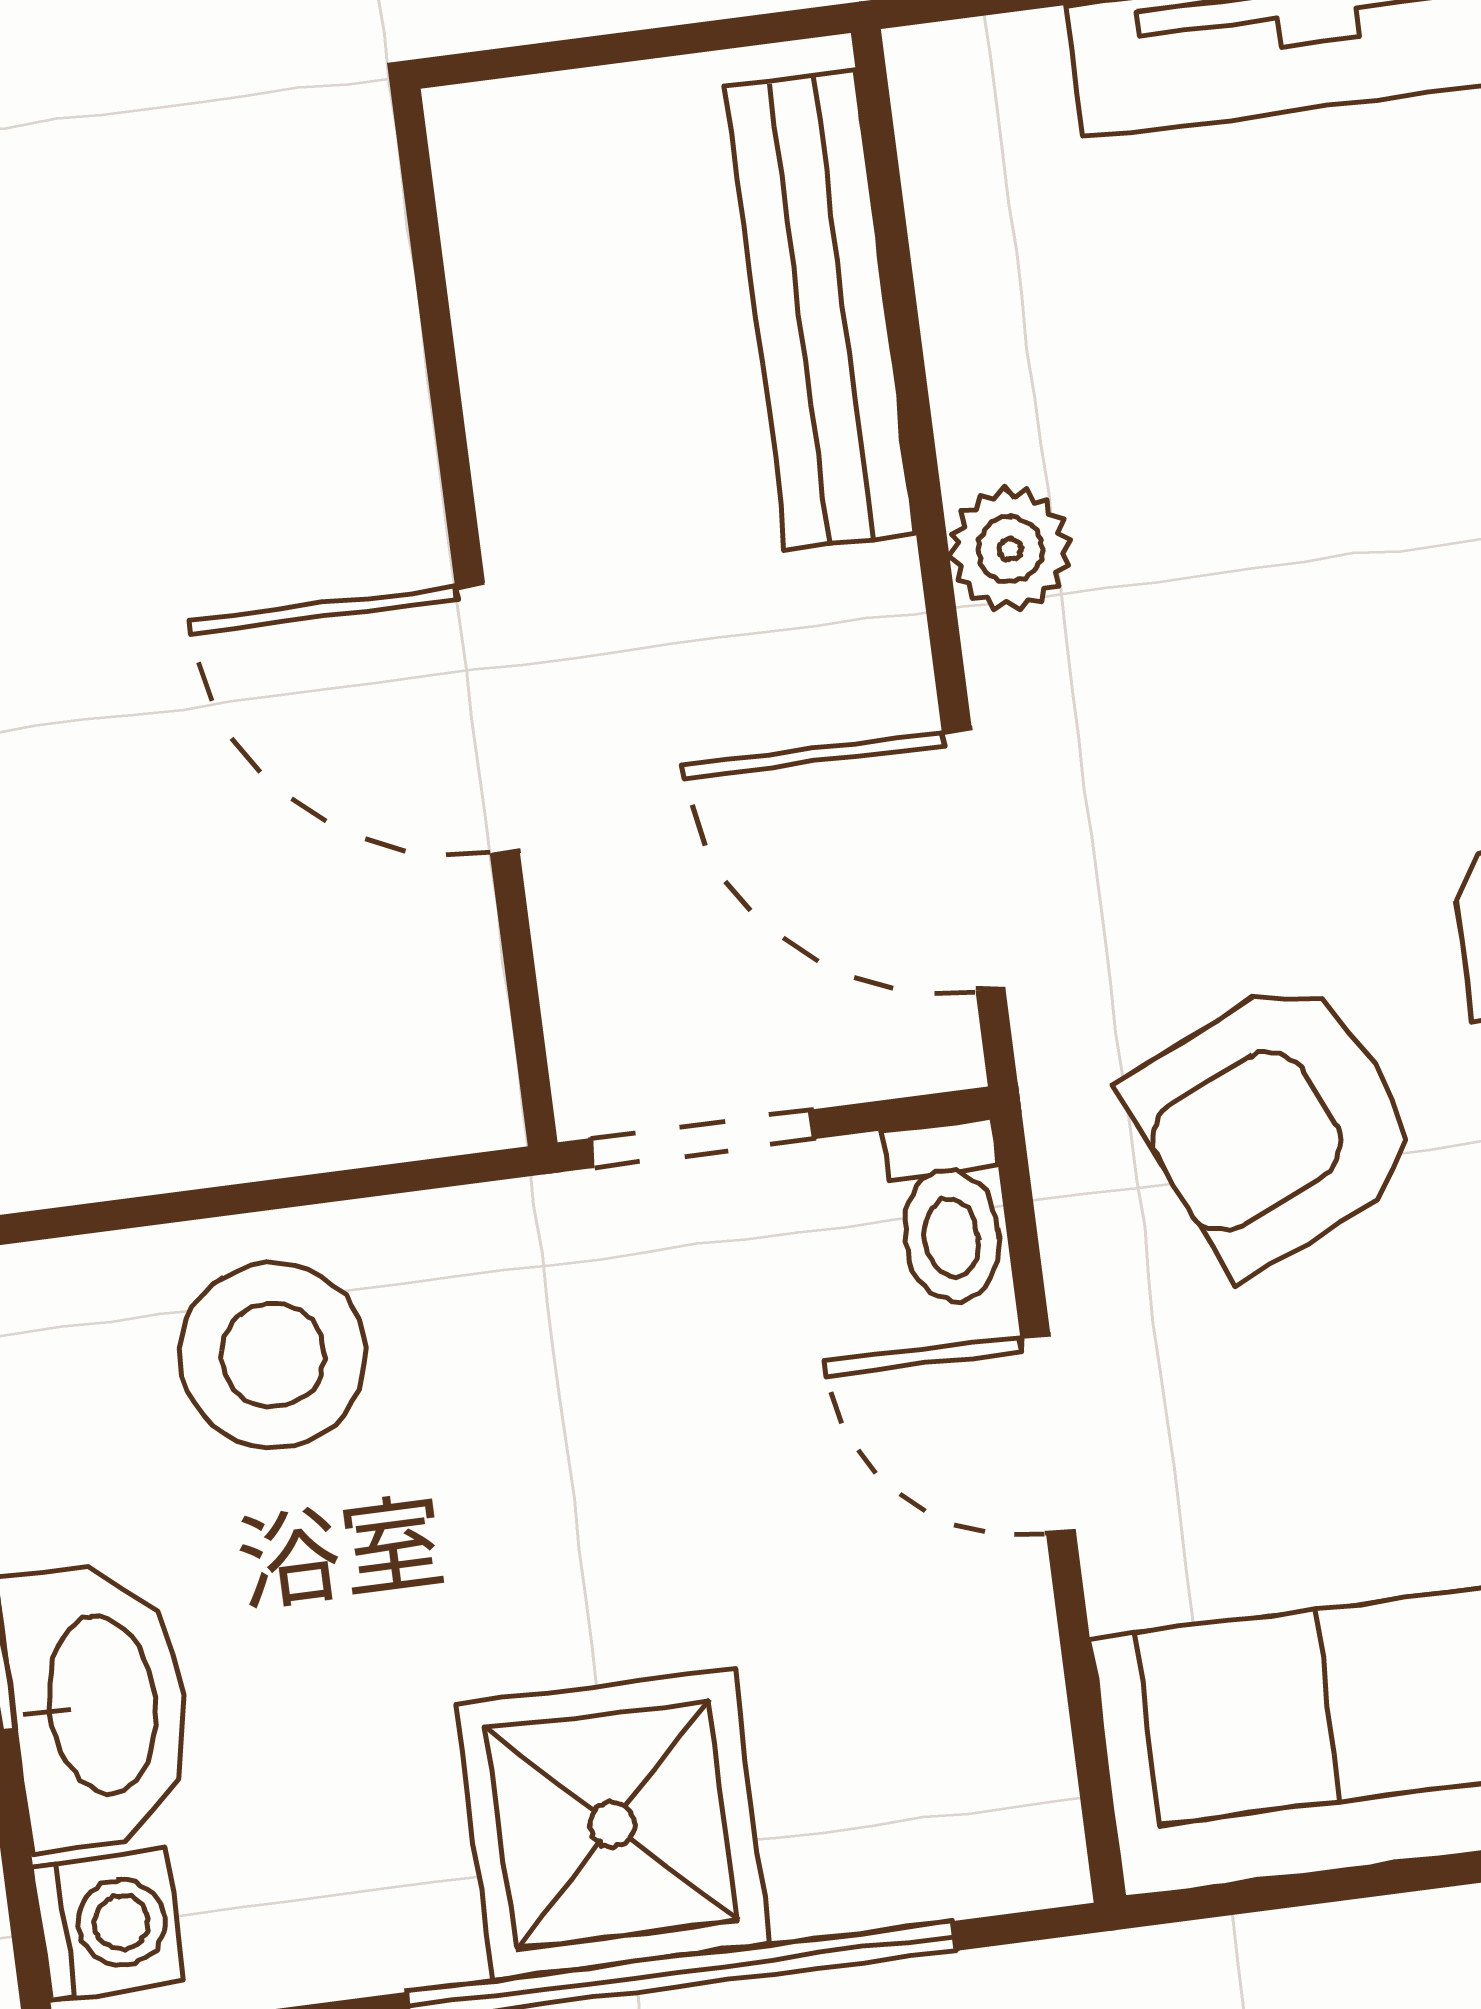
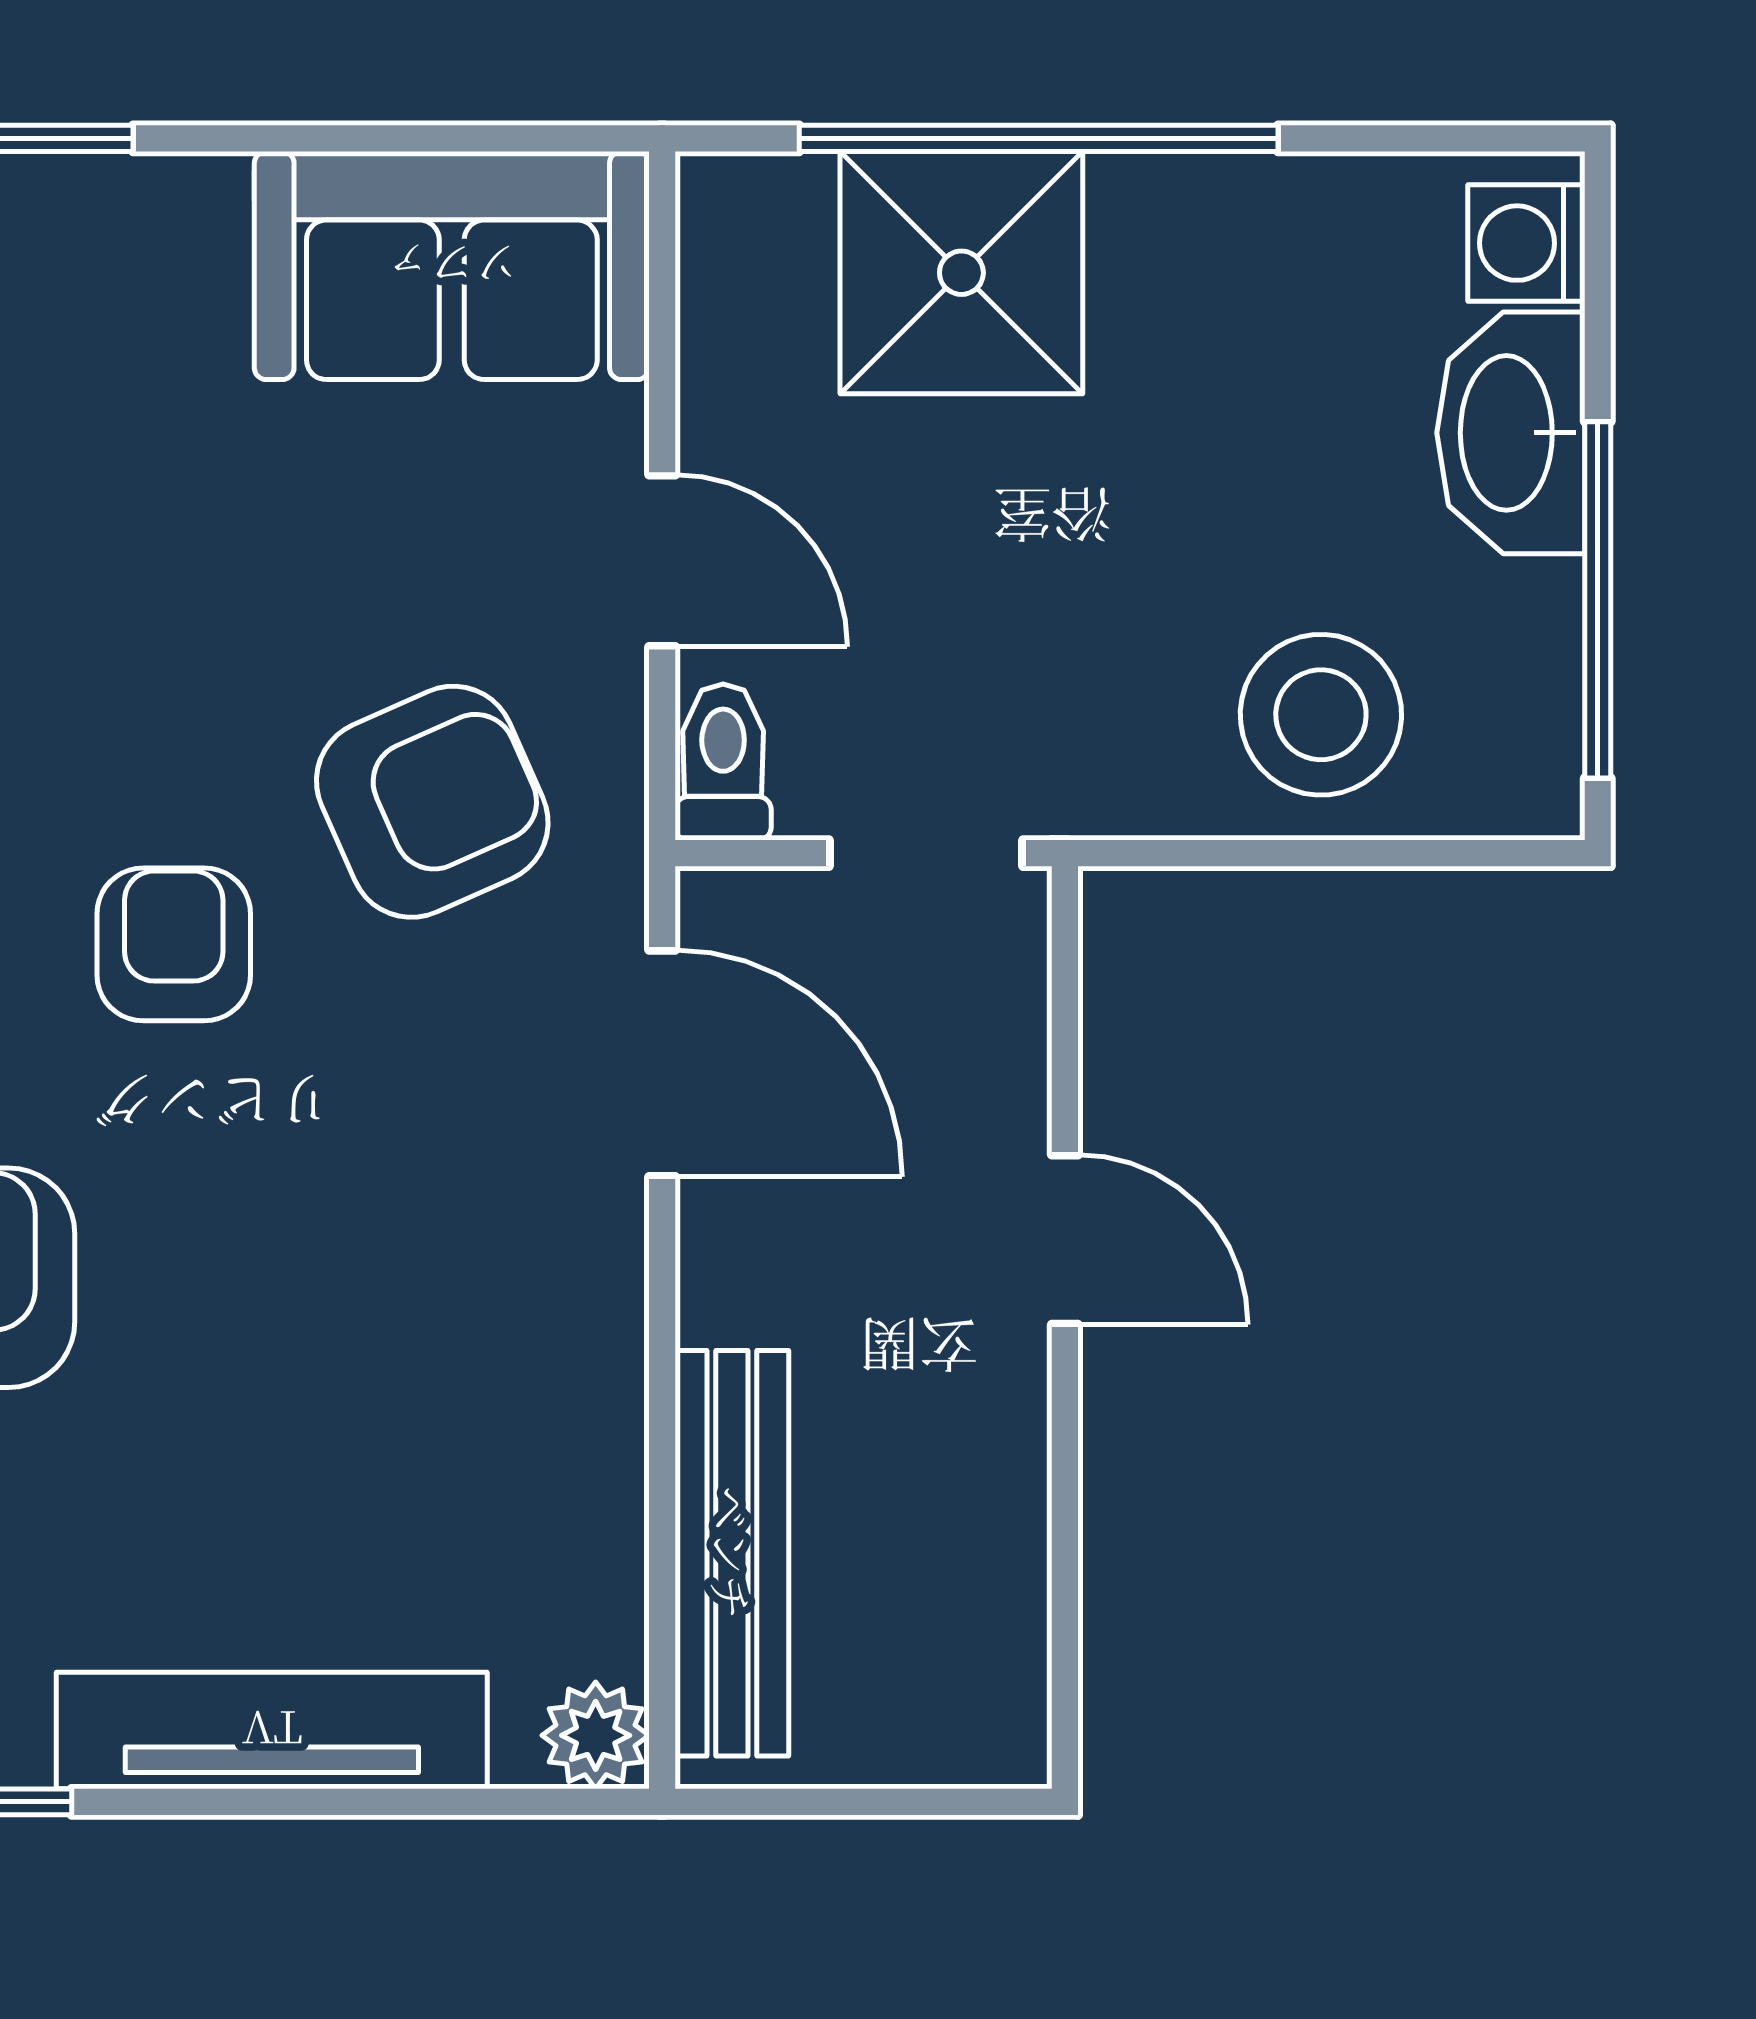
plant: (1010, 549) -> (596, 1735), moved
door: (487, 718) -> (1065, 1240), width x0.73
shower: (612, 1825) -> (961, 273), moved

